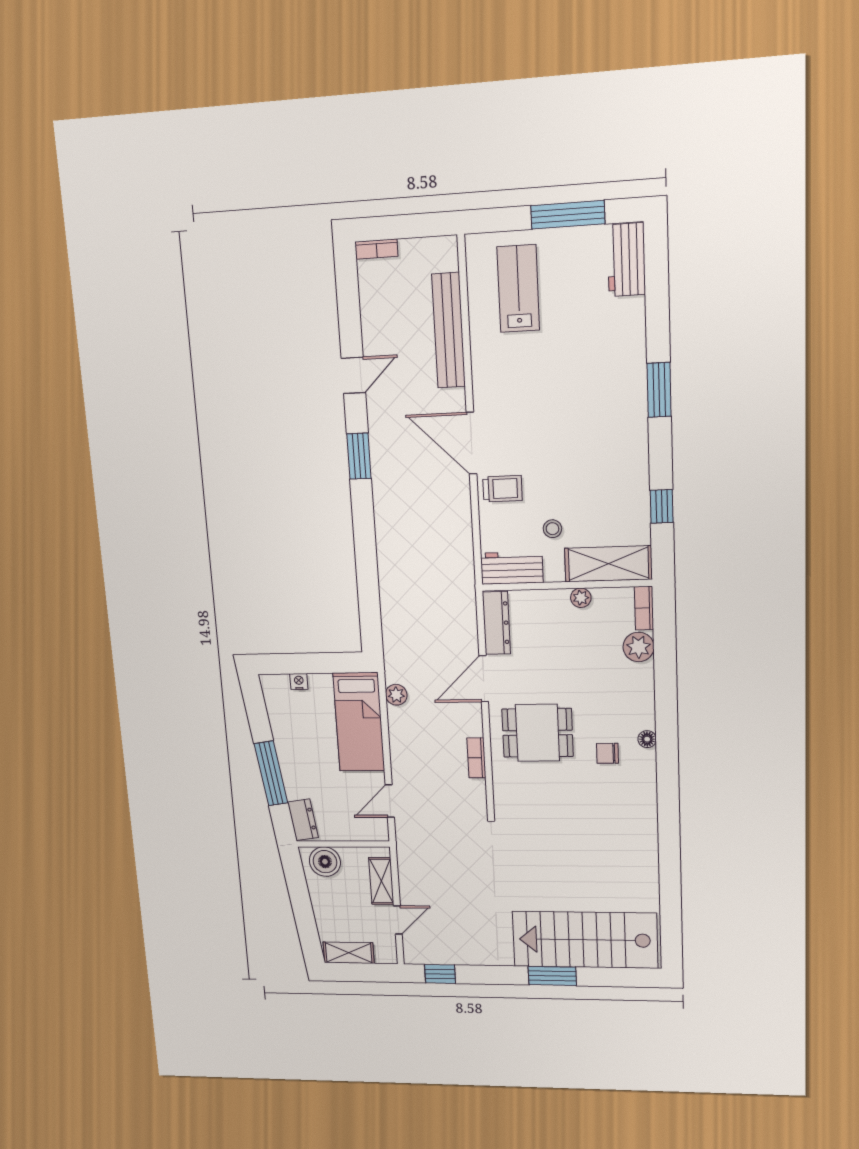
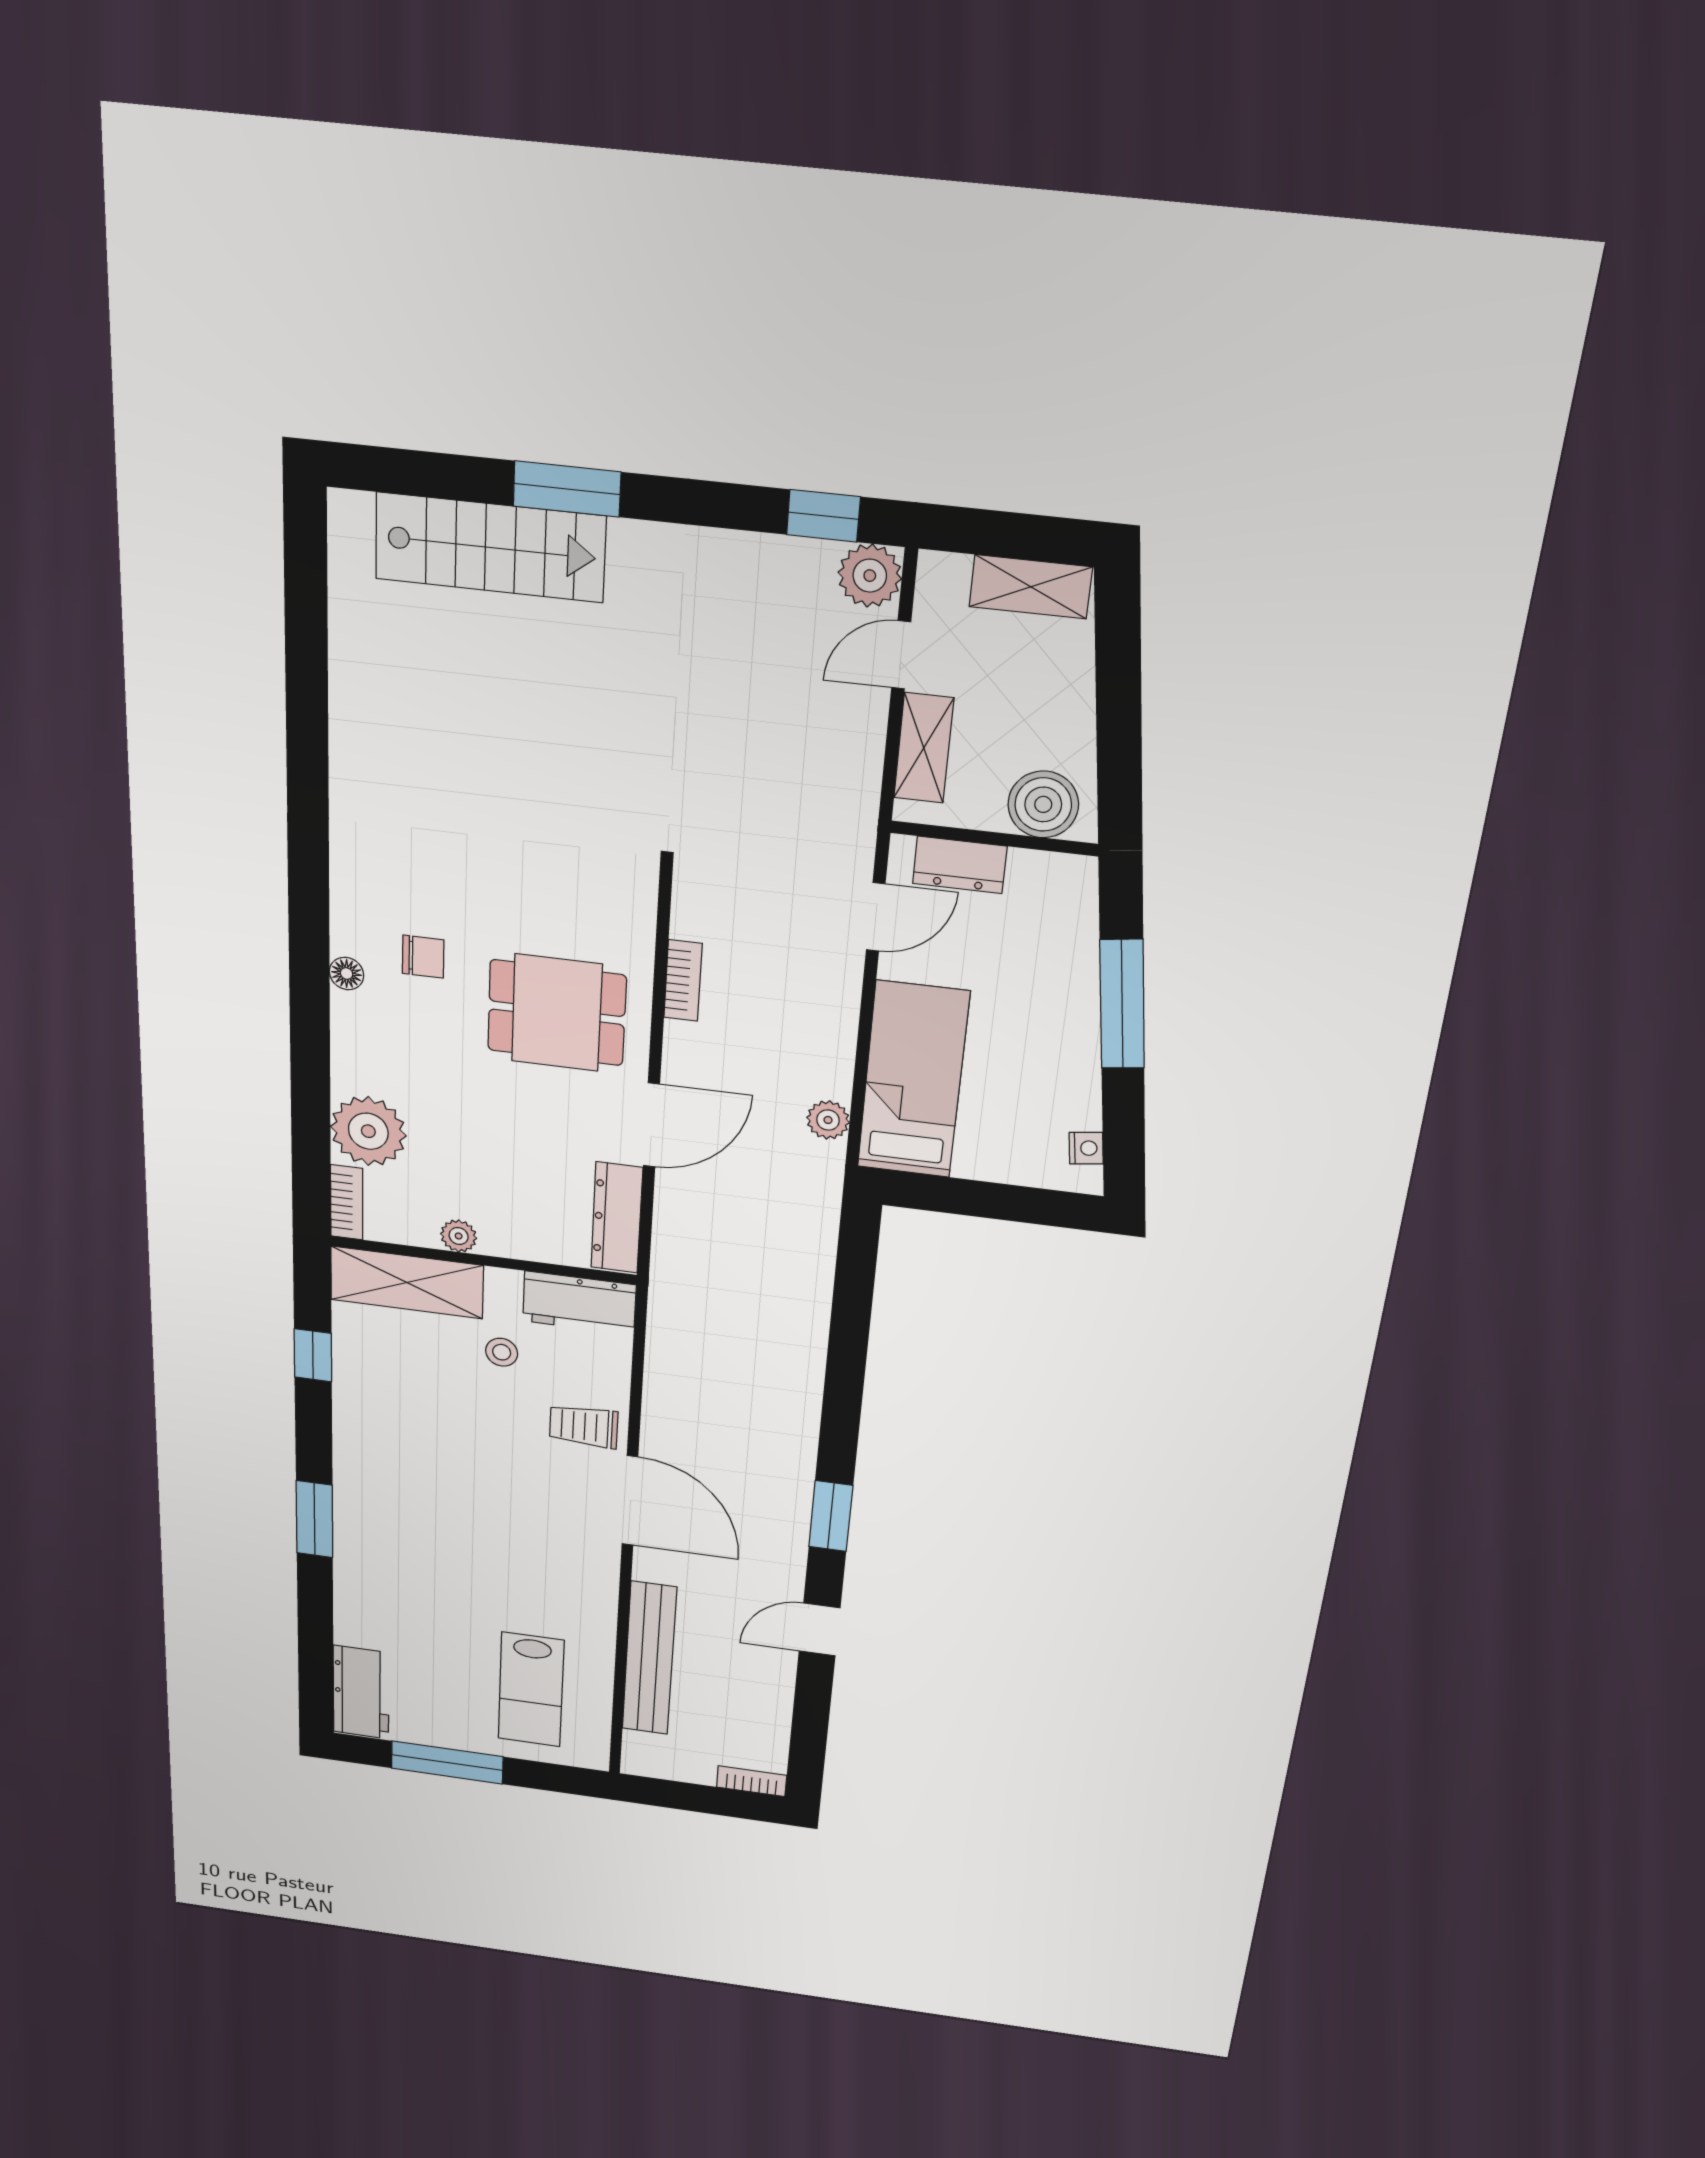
plant: (639, 647) -> (368, 1131), width x1.36, depth x1.36
nightstand: (299, 681) -> (1086, 1148), moved, turned -98
dresser: (303, 820) -> (960, 865), moved, turned -82
stairs: (585, 940) -> (490, 547), width x0.73, depth x0.66
plant: (417, 951) -> (870, 576), added

